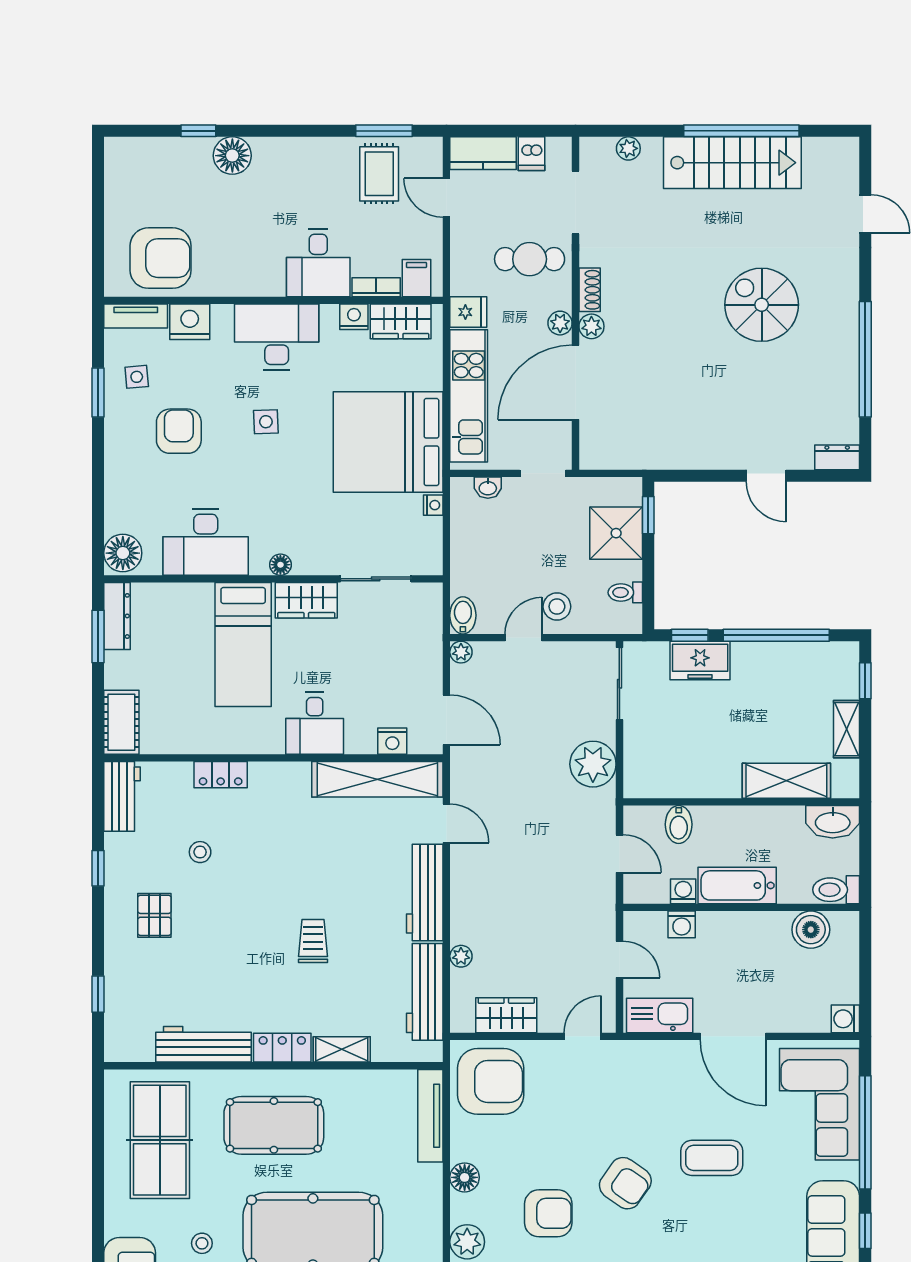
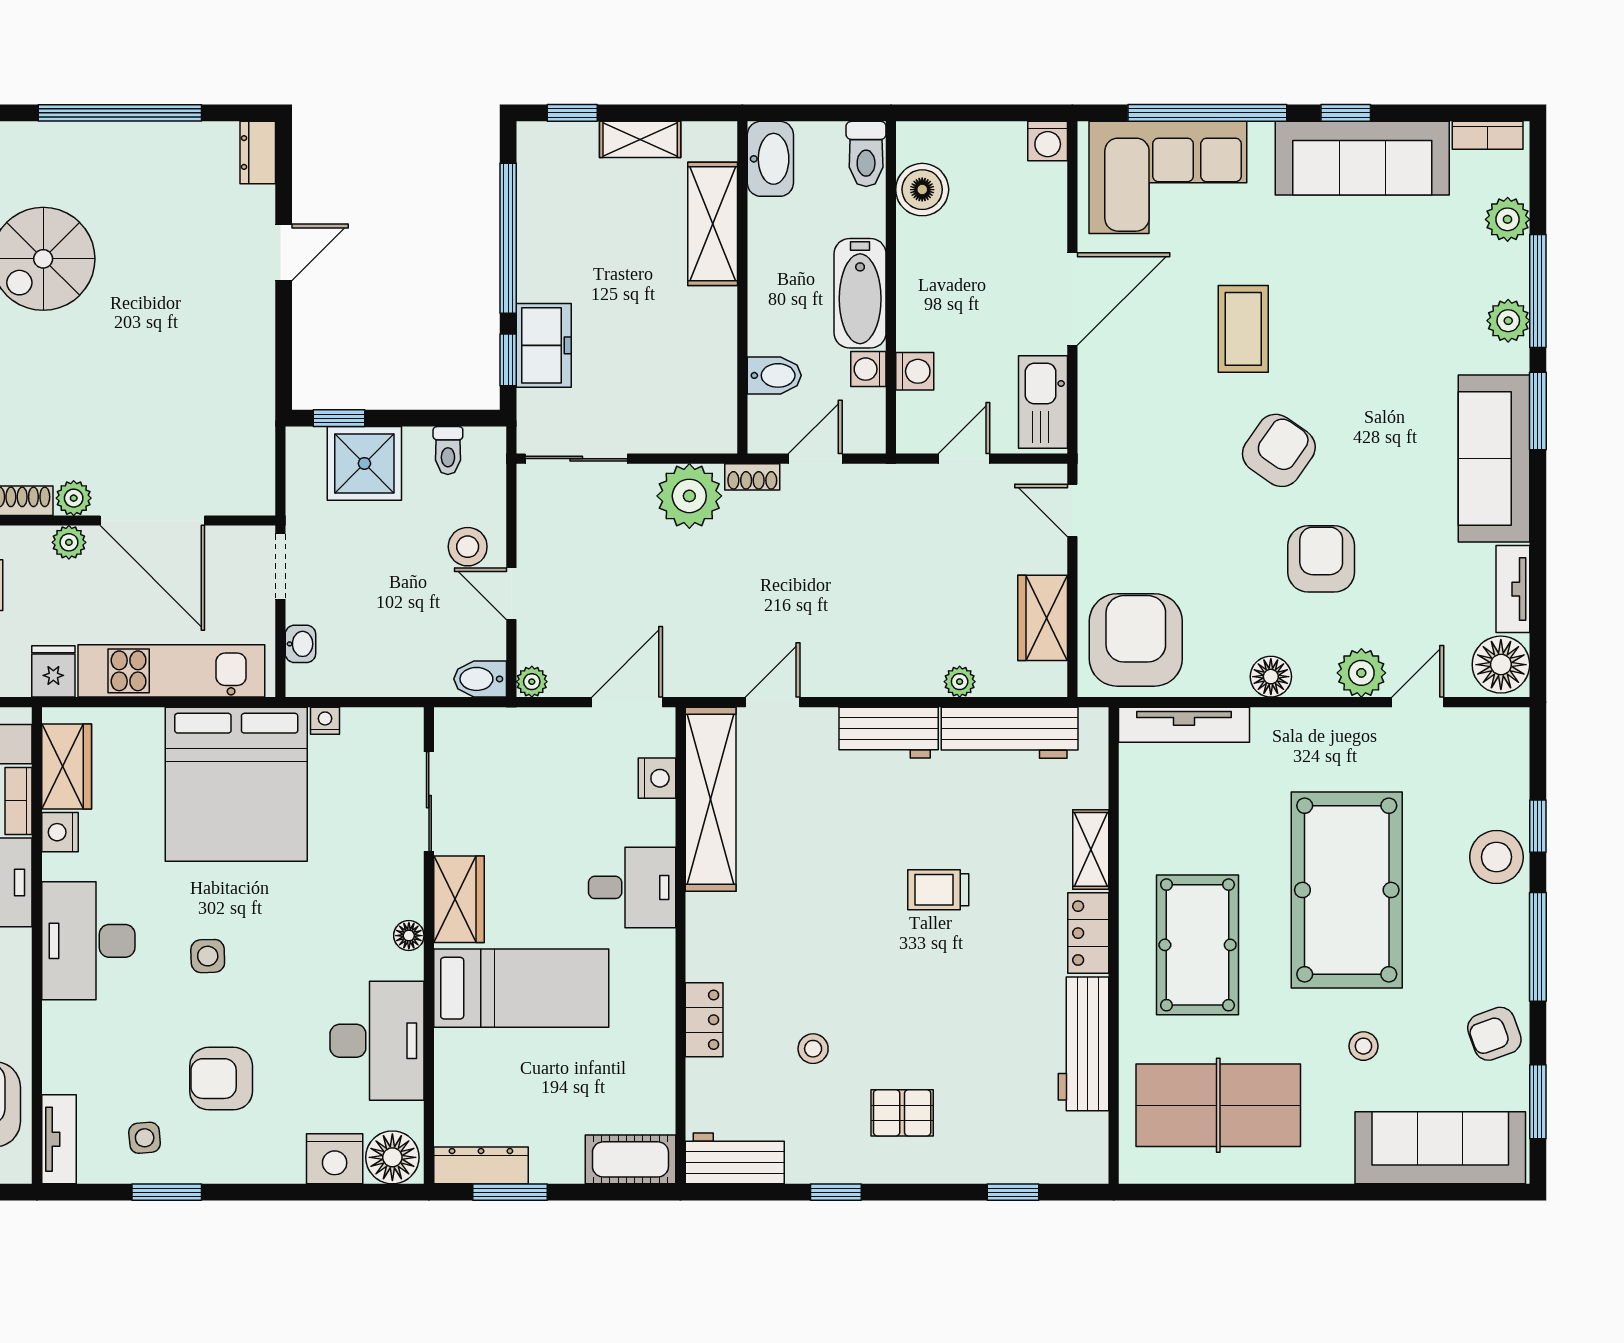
nightstand: (190, 322) -> (335, 1159), moved, turned -90
shoe rack: (607, 809) -> (752, 477), added
workbench: (425, 893) -> (889, 733), width x0.73

